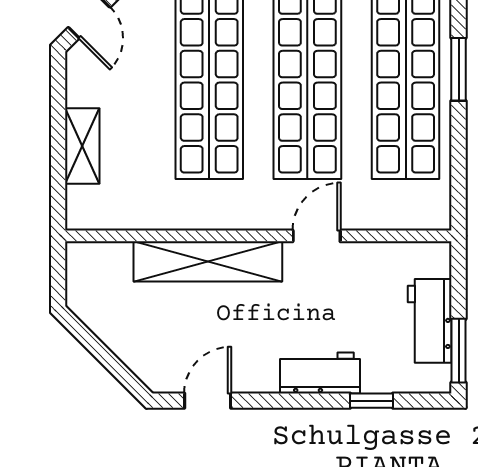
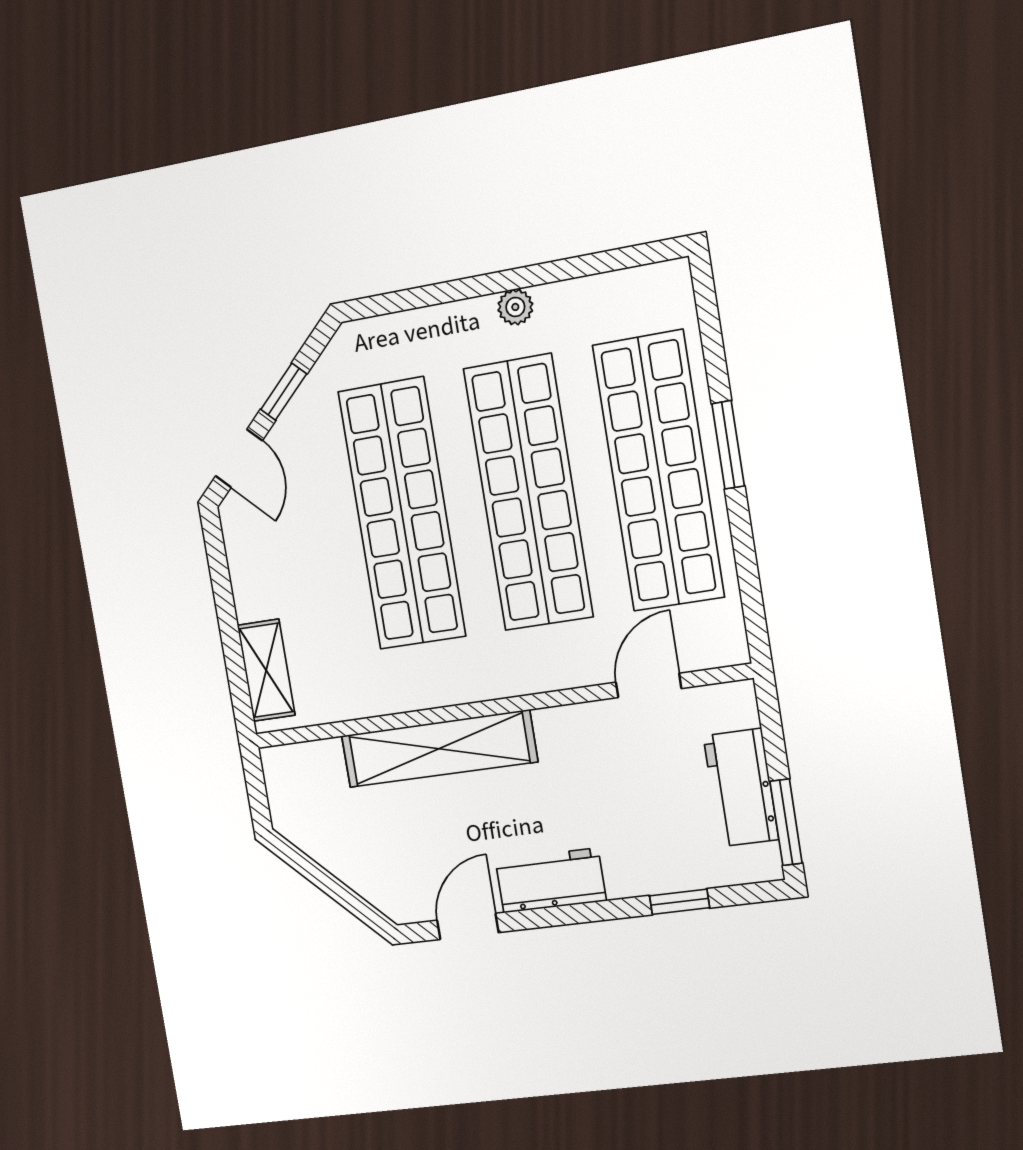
shelving: (82, 146) -> (266, 670), moved
door: (317, 236) -> (649, 685), moved
workbench: (320, 373) -> (551, 881), moved

